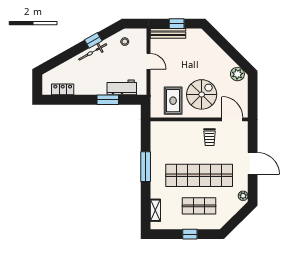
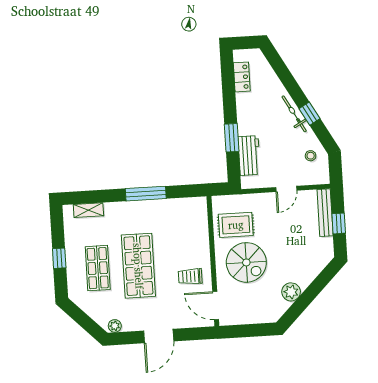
plant: (237, 74) -> (291, 292), moved
door: (232, 119) -> (216, 306), swing flipped
shop shelf: (199, 175) -> (138, 266), width x0.71

